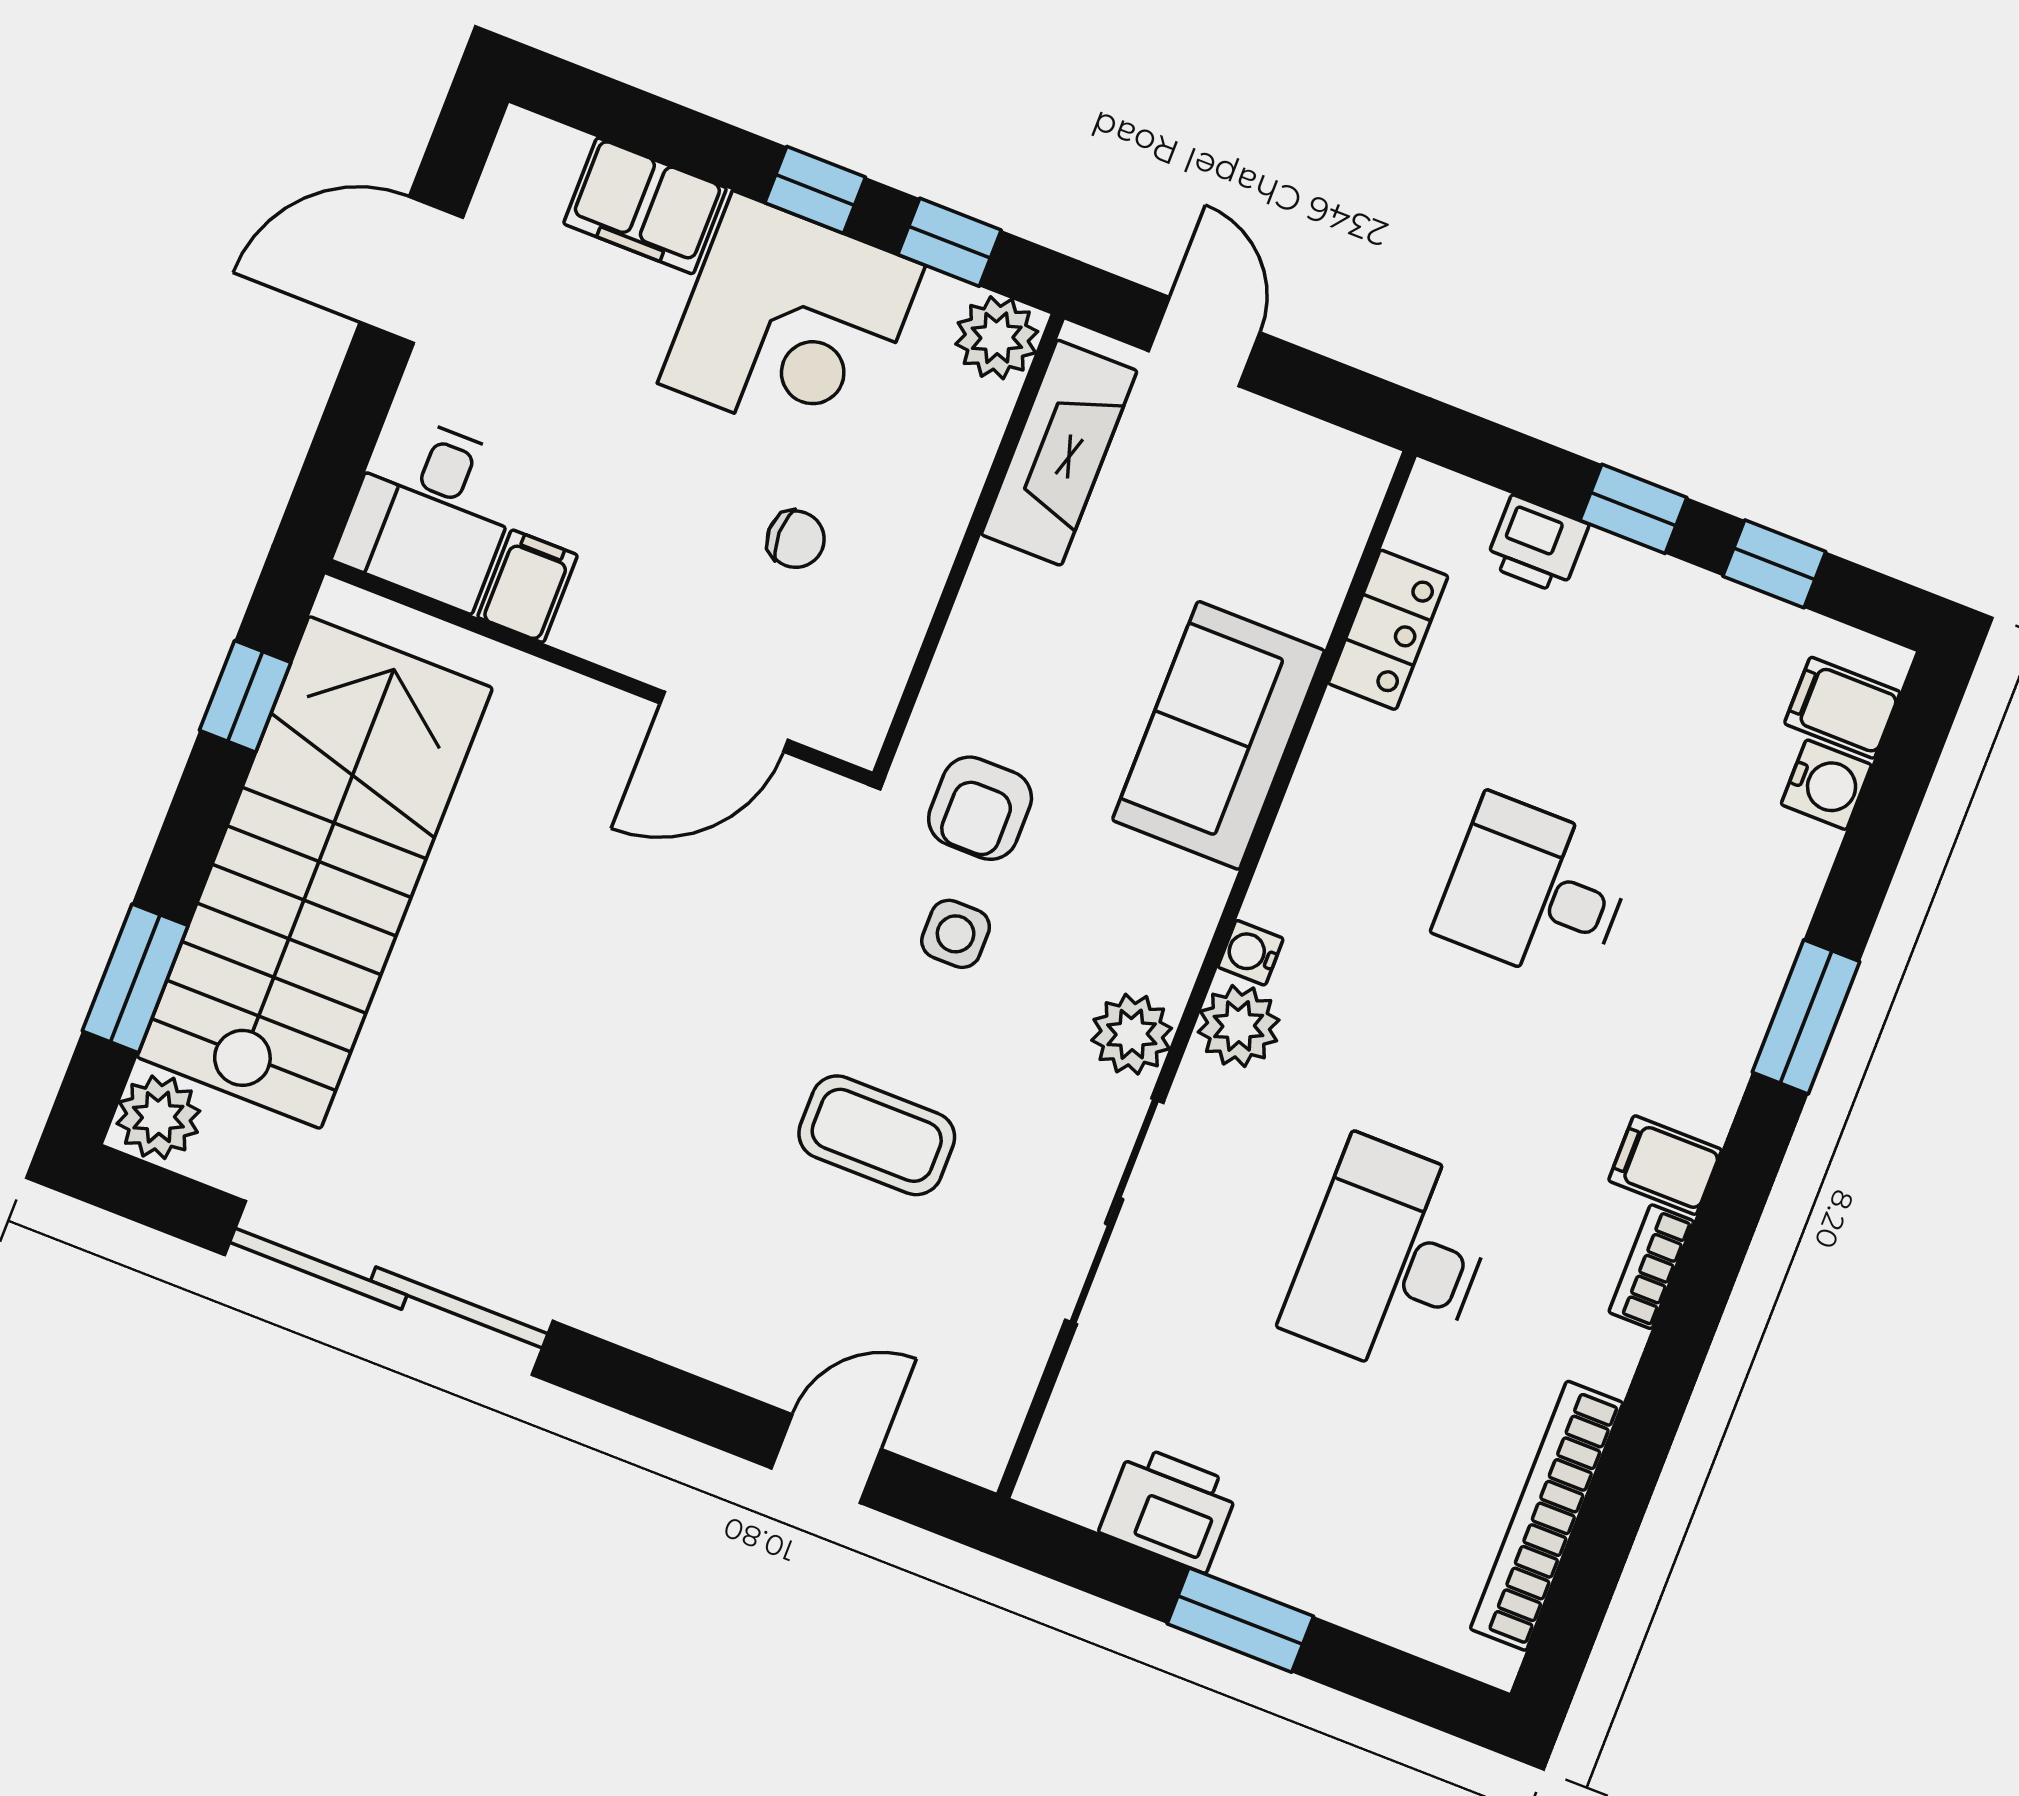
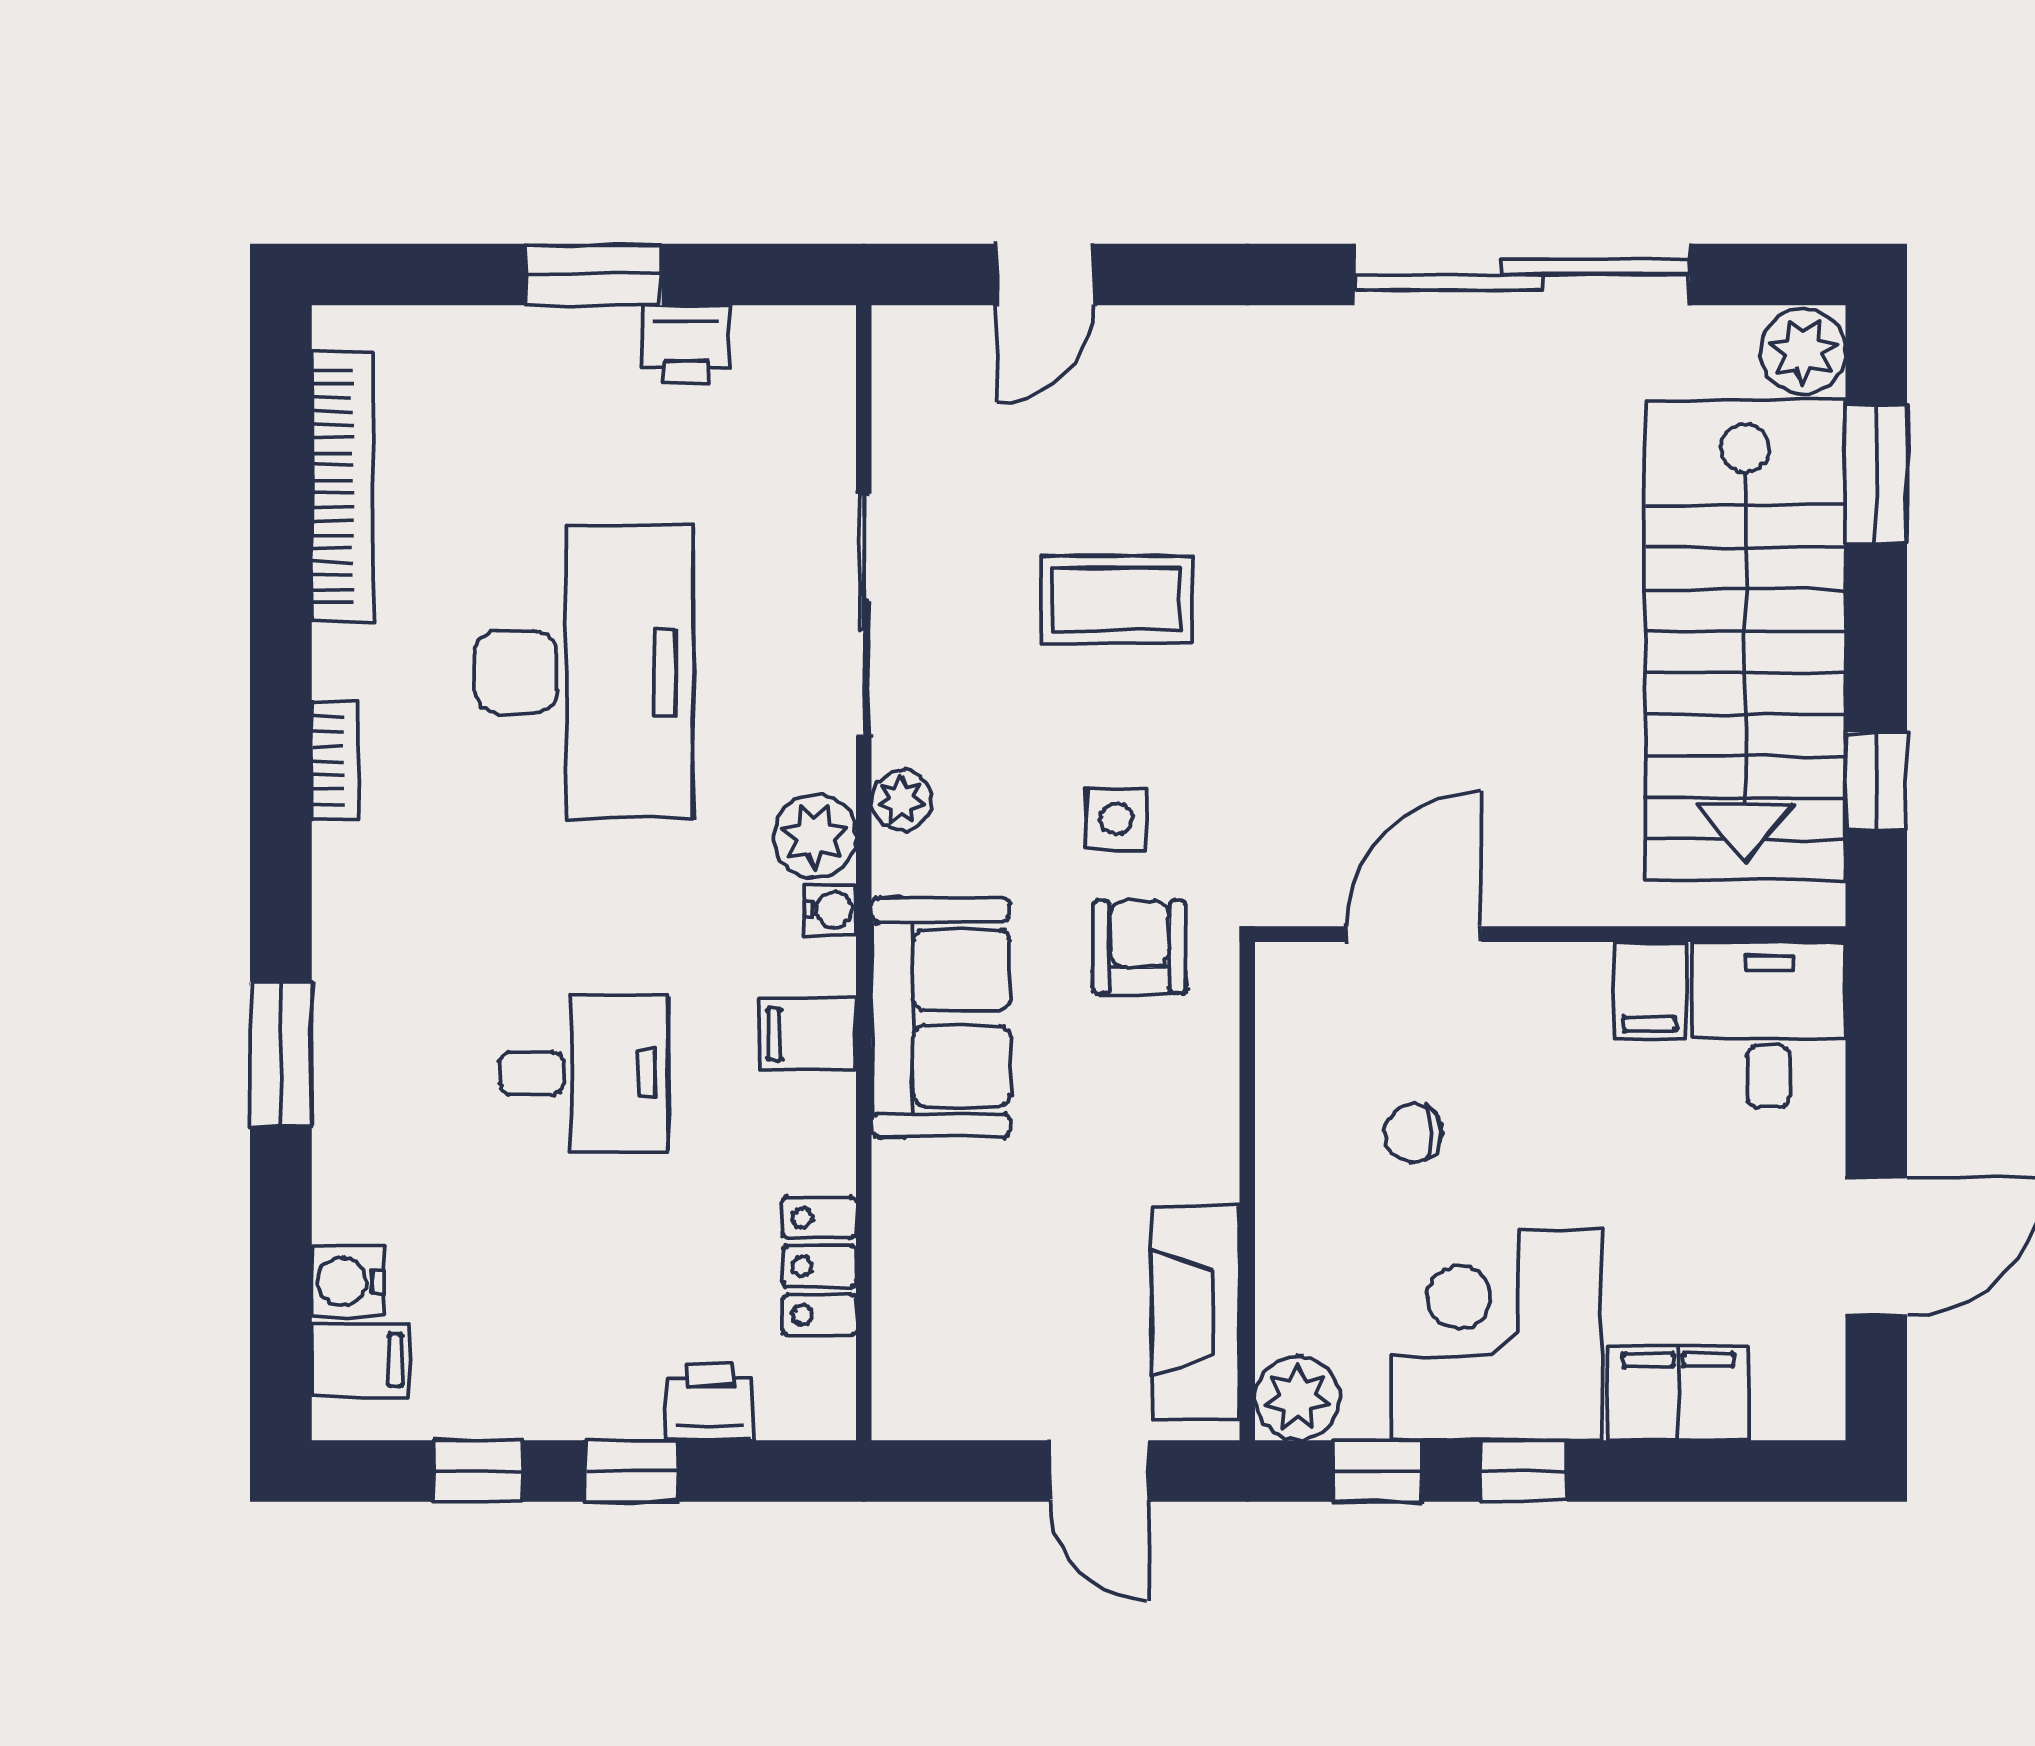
sofa: (1218, 735) -> (941, 1018), moved
plant: (1132, 1034) -> (901, 800), width x0.73, depth x0.73
filing cabinet: (1665, 1165) -> (808, 1034), moved, turned 180
desk: (1392, 1259) -> (584, 672), width x1.36, depth x1.30
printer: (1169, 1509) -> (686, 344), width x0.73, depth x0.81

